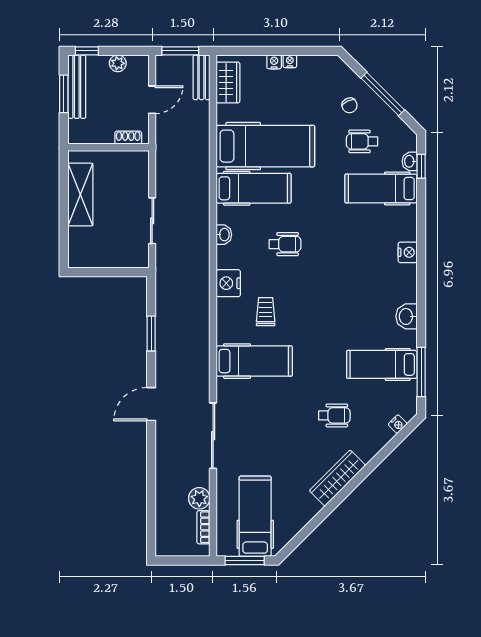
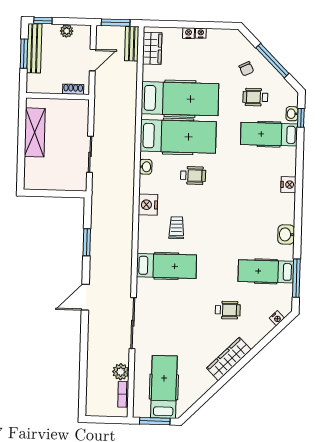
hospital bed: (254, 188) -> (178, 136), width x1.37, depth x1.29

